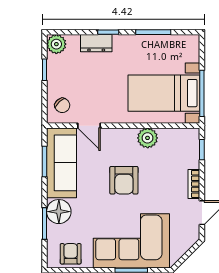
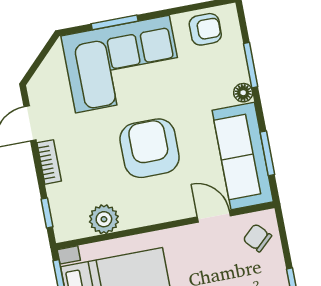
plant: (148, 138) -> (104, 219), moved
armchair: (124, 180) -> (150, 148), width x1.36, depth x1.36
floor lamp: (59, 212) -> (243, 93), width x0.53, depth x0.53
armchair: (71, 254) -> (205, 29), turned -90

